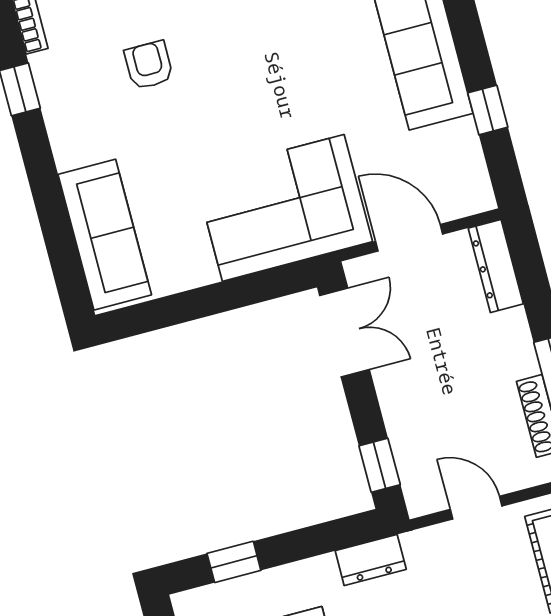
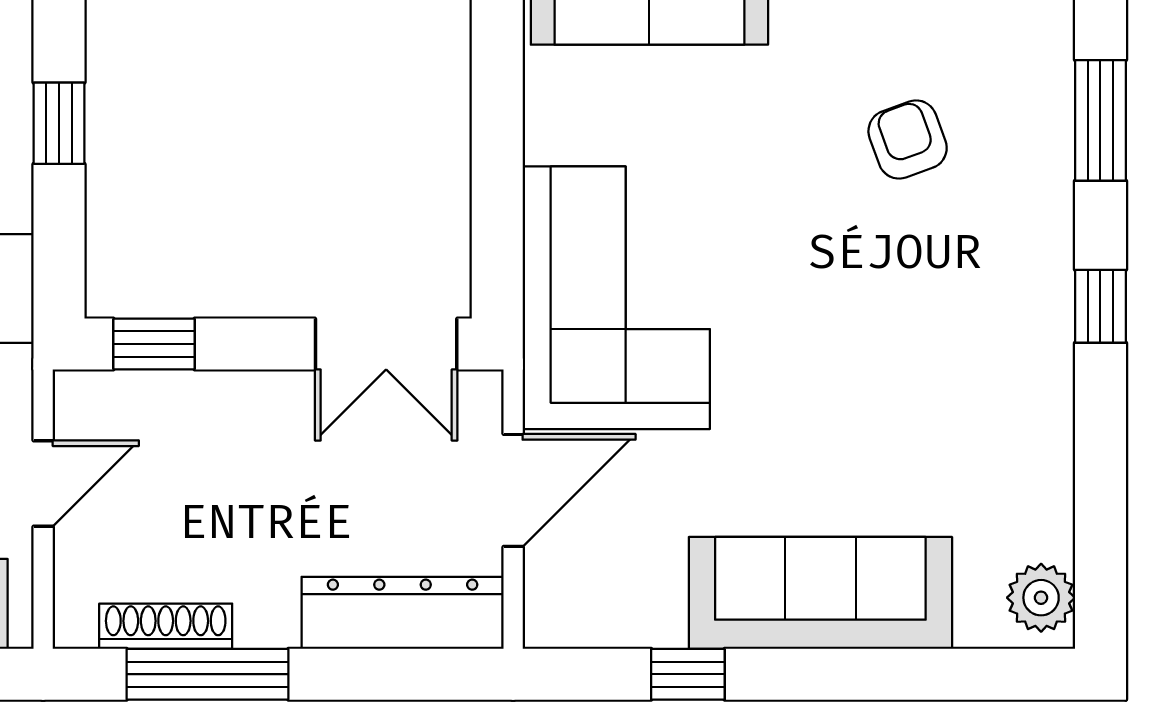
armchair: (149, 65) -> (908, 140), turned -110
dresser: (496, 266) -> (403, 613), width x1.37, depth x1.24
window: (234, 562) -> (59, 123), moved

